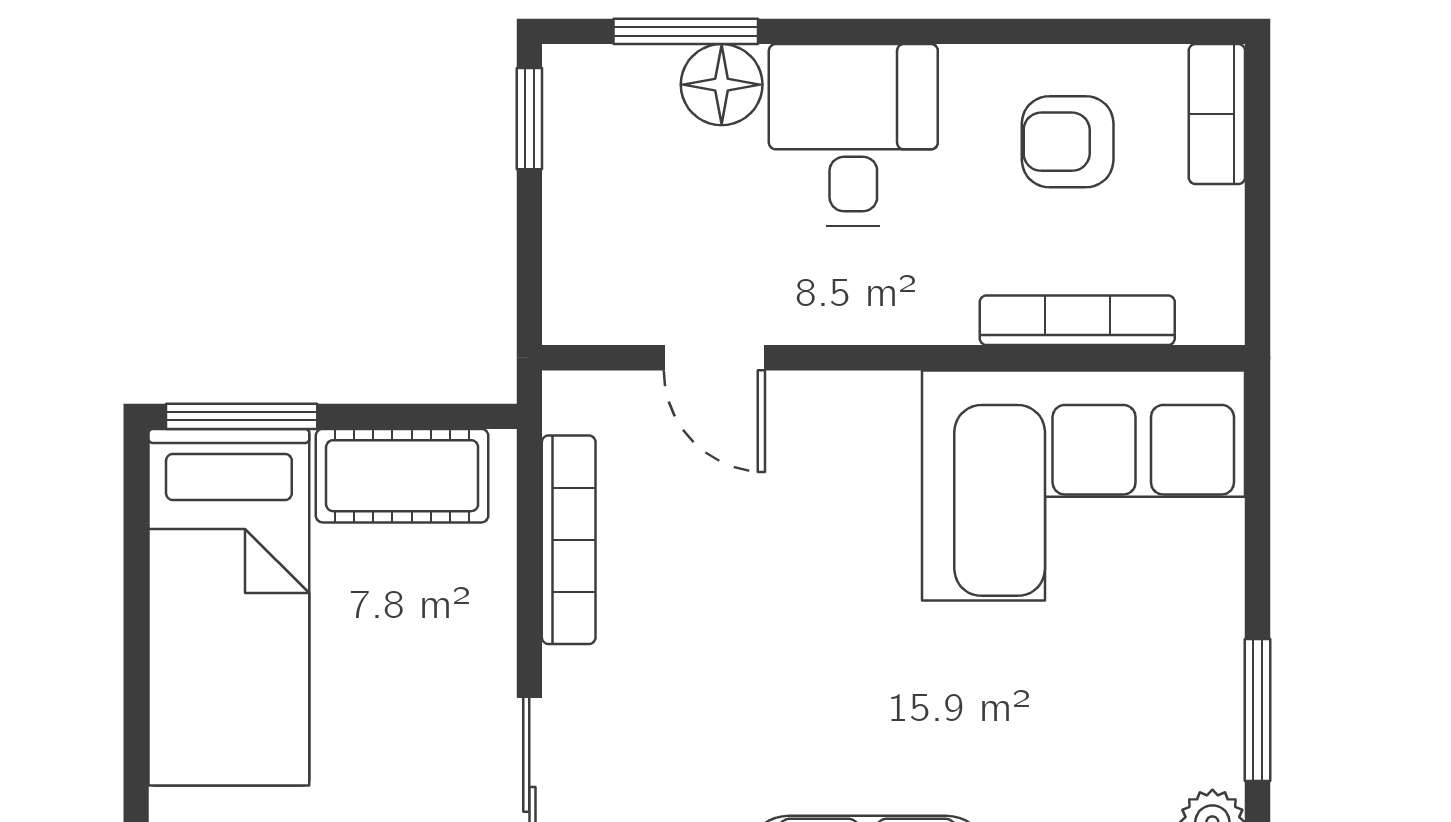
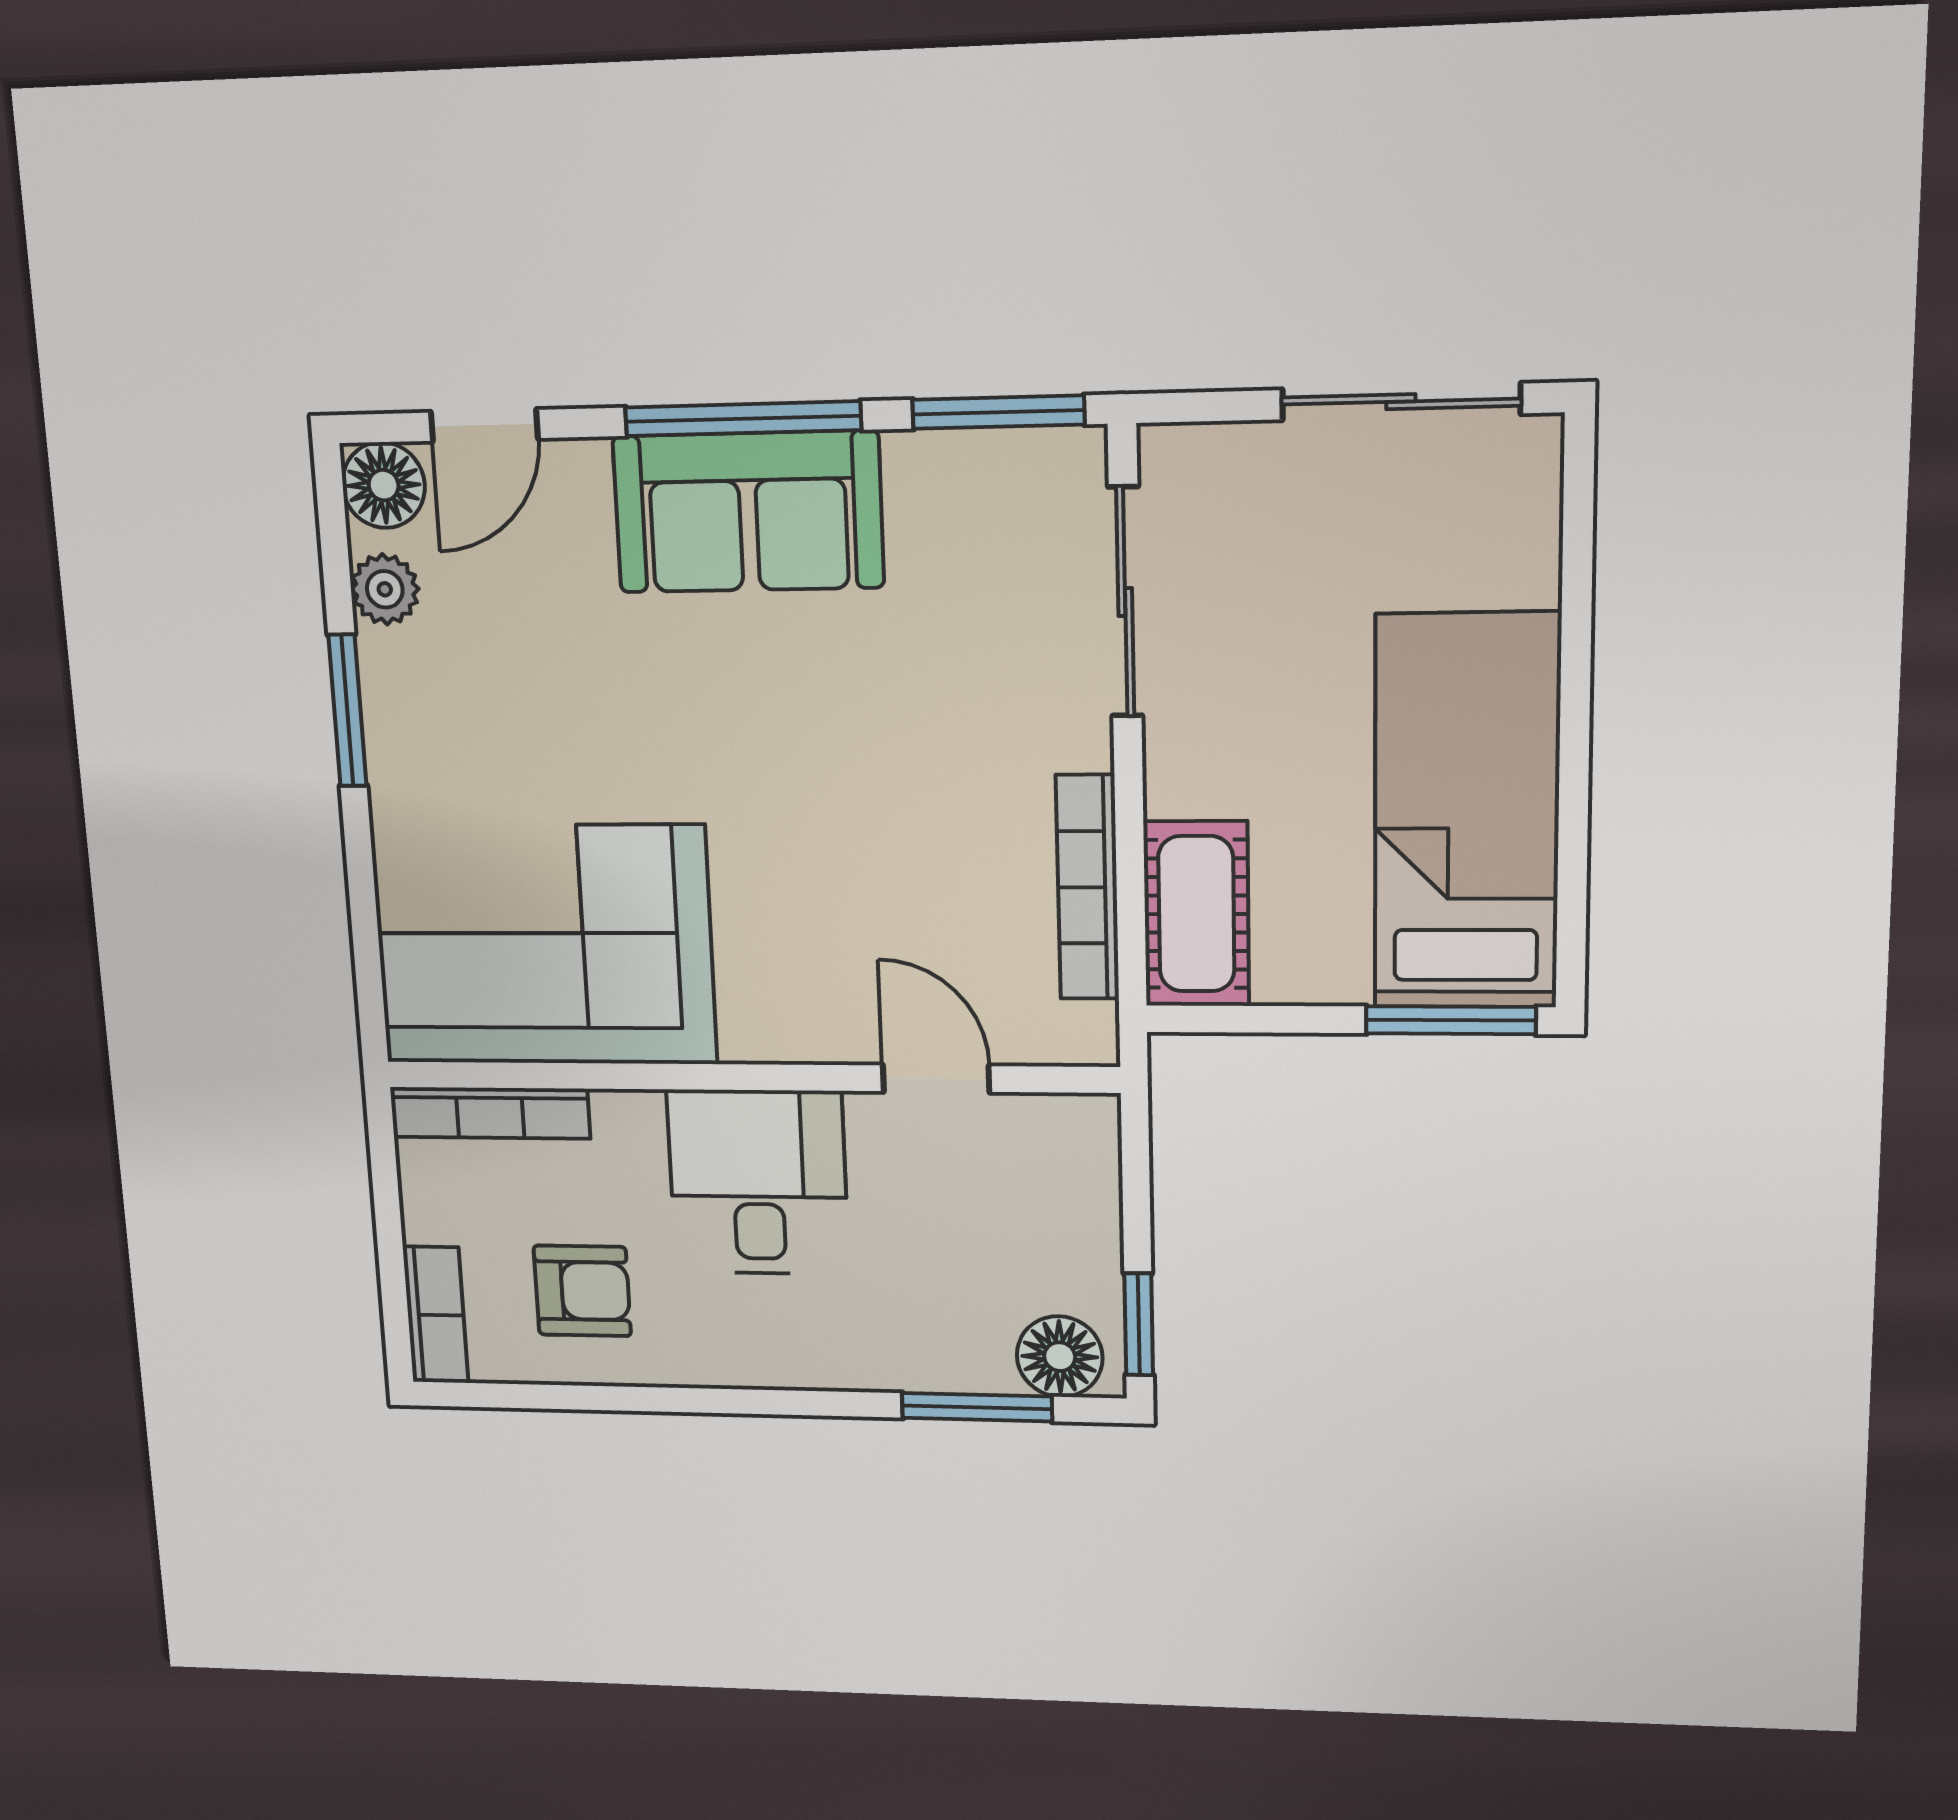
floor lamp: (722, 85) -> (1060, 1357), moved
desk: (853, 135) -> (758, 1182), moved, turned 180
bookcase: (1077, 320) -> (490, 1113), moved
cot: (402, 476) -> (1196, 914), moved, turned 90

